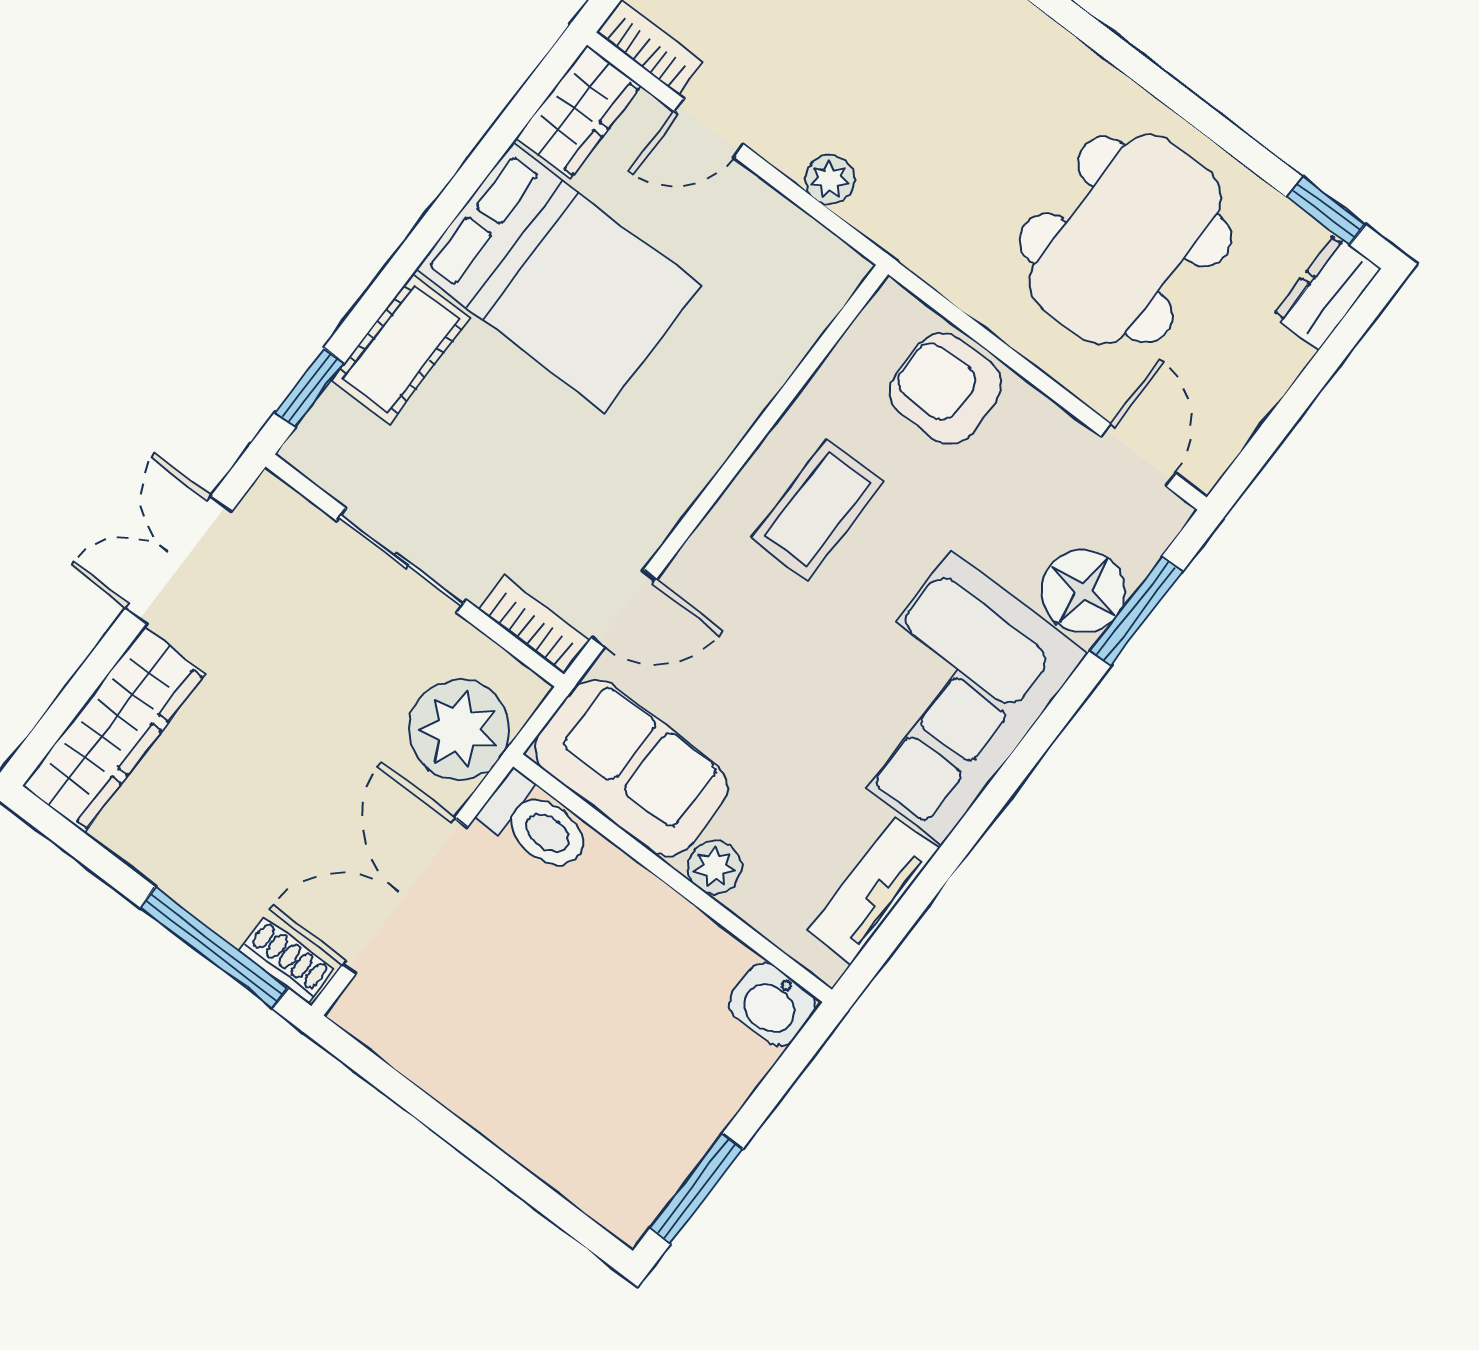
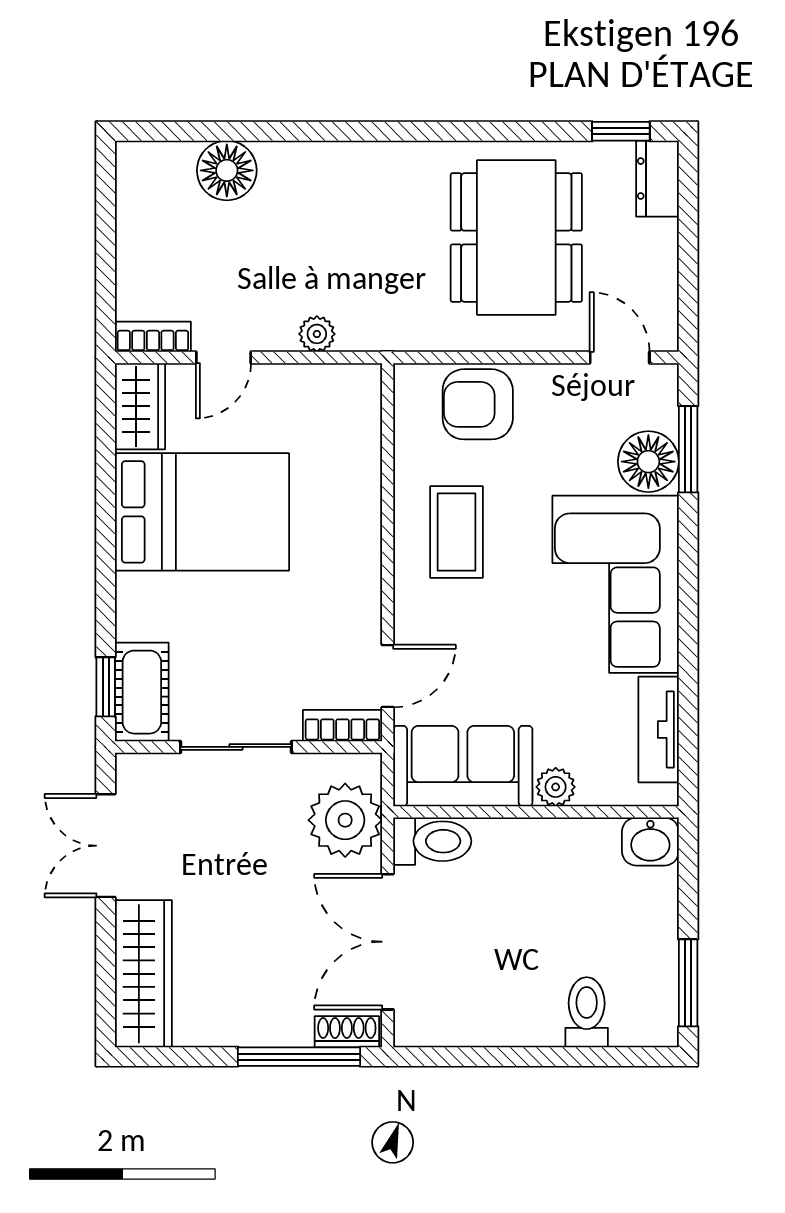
cot: (401, 349) -> (142, 692), moved
toilet: (562, 1137) -> (587, 1012), added

